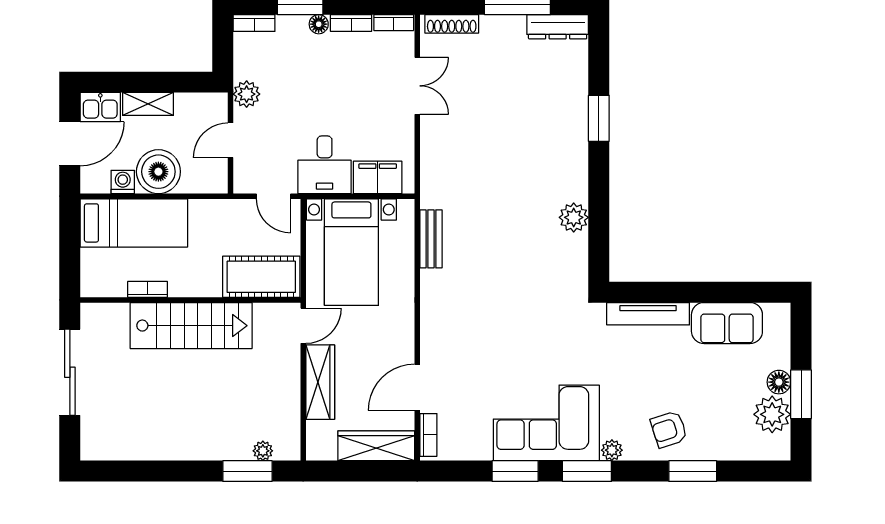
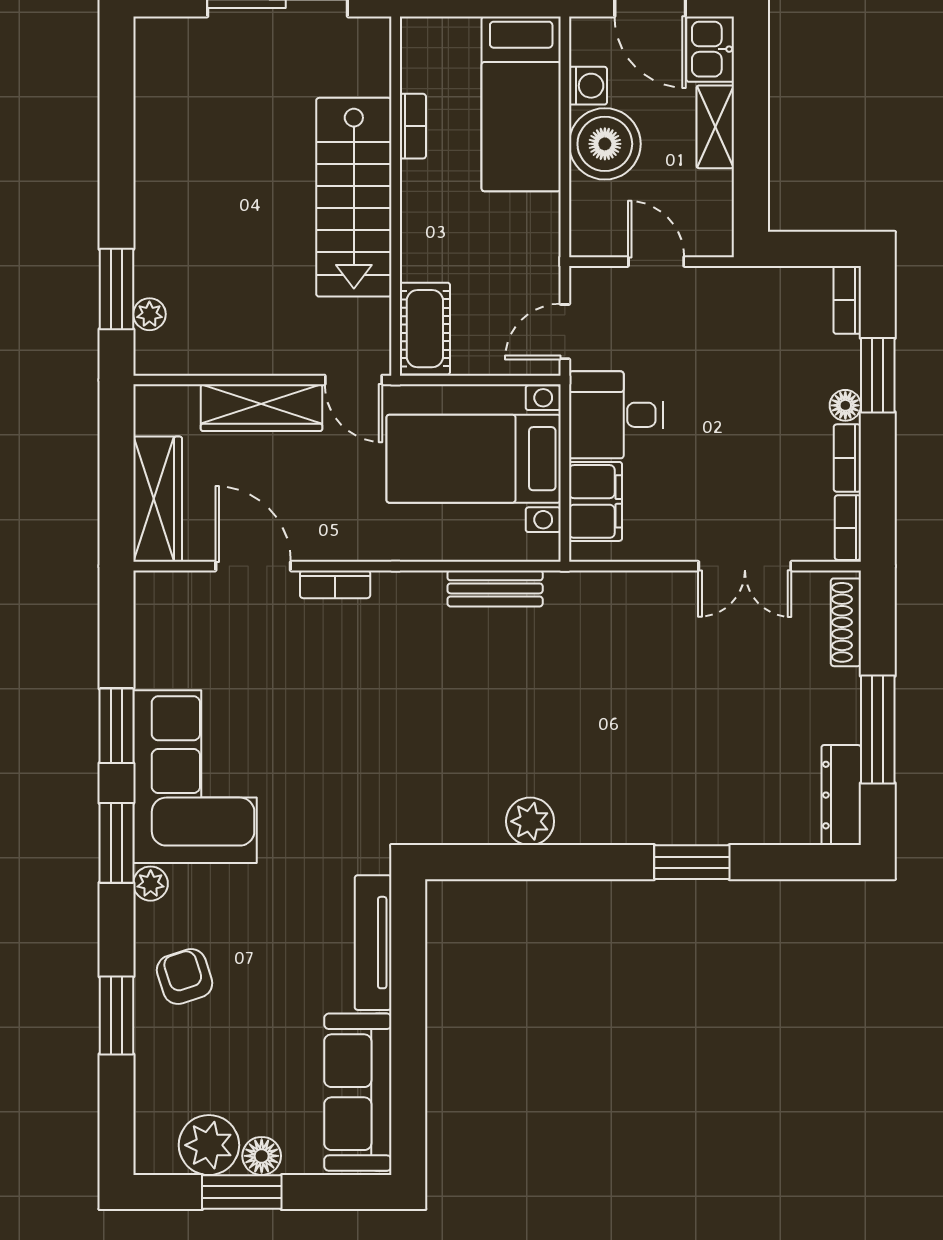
plant: (247, 94) -> (731, 288), removed
cot: (261, 277) -> (425, 329), width x0.73, depth x0.75
sofa: (727, 323) -> (358, 1092), width x1.36
bookcase: (428, 435) -> (335, 584), moved

